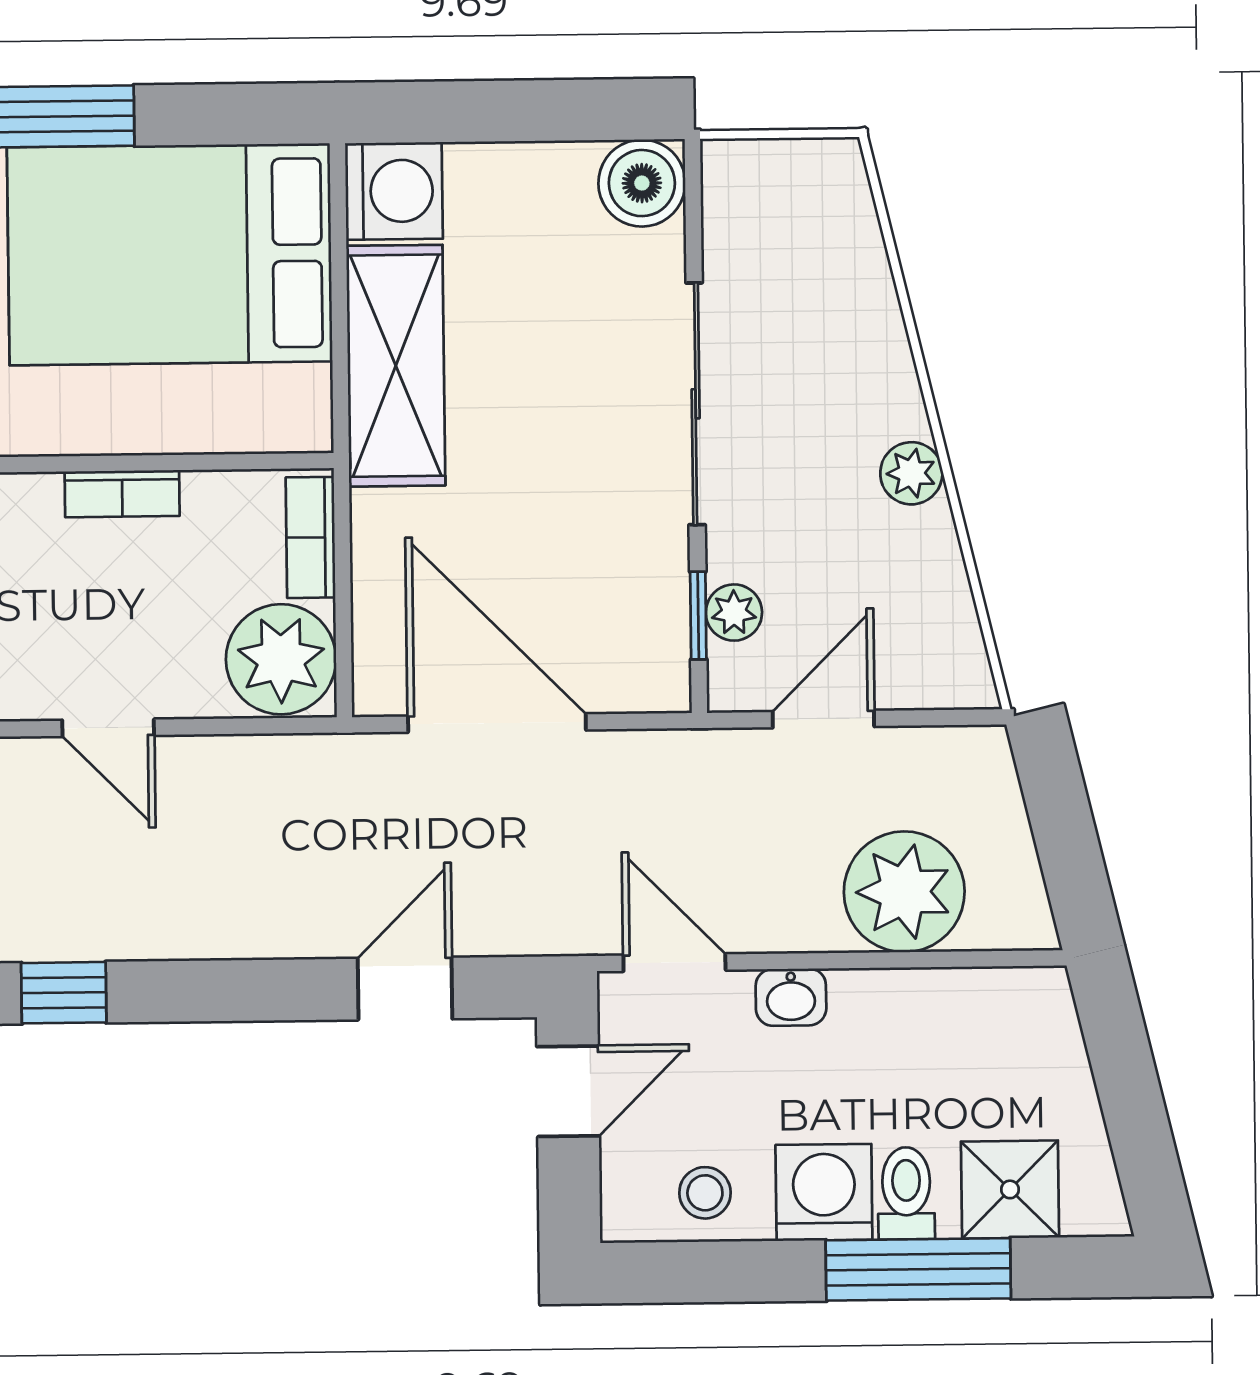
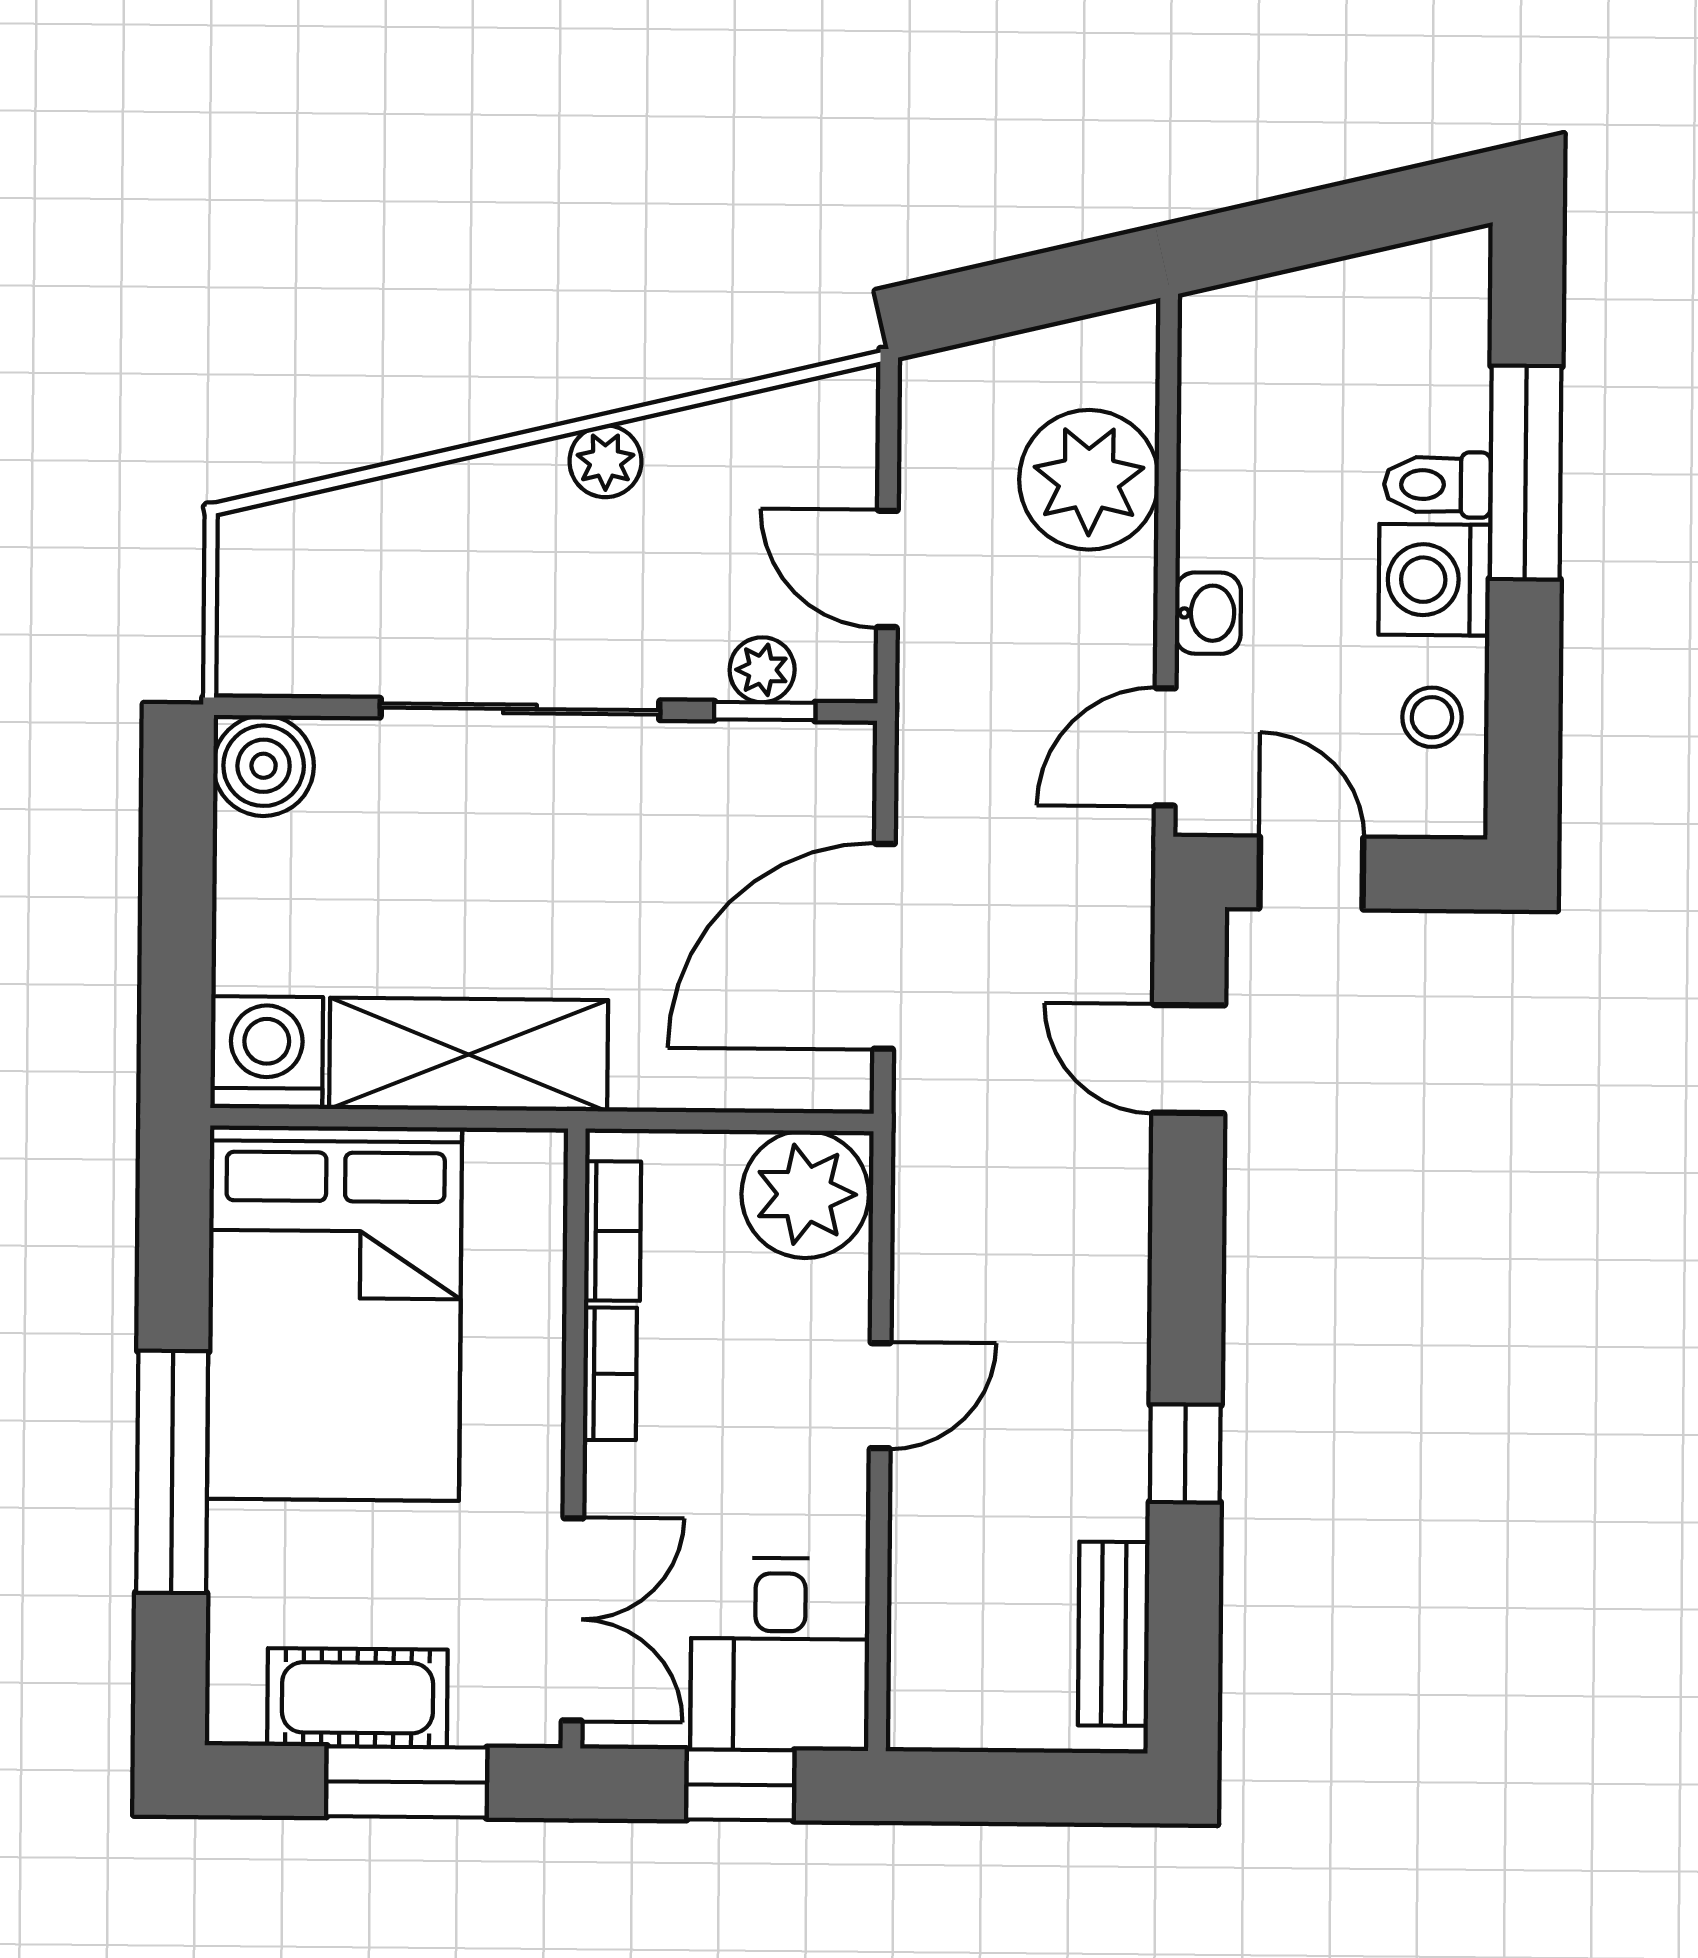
bookcase: (311, 537) -> (613, 1231), moved, turned -90
shower: (1010, 1189) -> (1436, 365), removed

